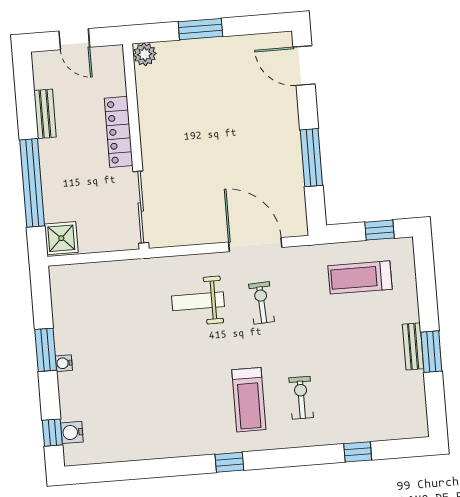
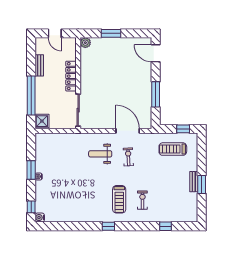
water cooler: (72, 432) -> (40, 218), moved

